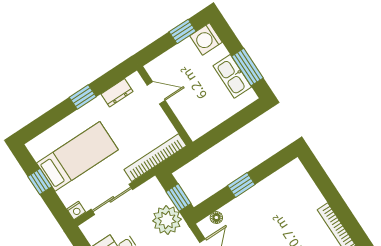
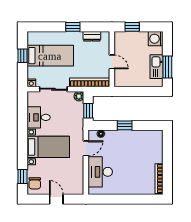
window: (183, 31) -> (132, 27), moved
door: (156, 93) -> (112, 62), moved
plant: (167, 220) -> (79, 96), moved, width x0.53, depth x0.53

